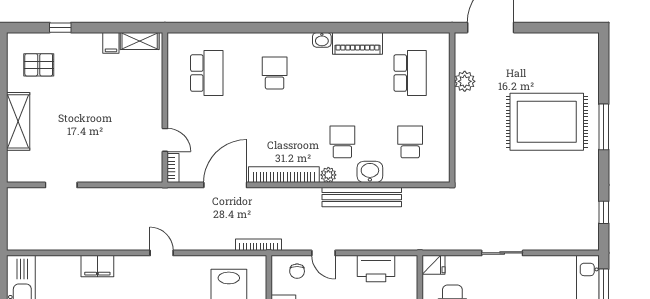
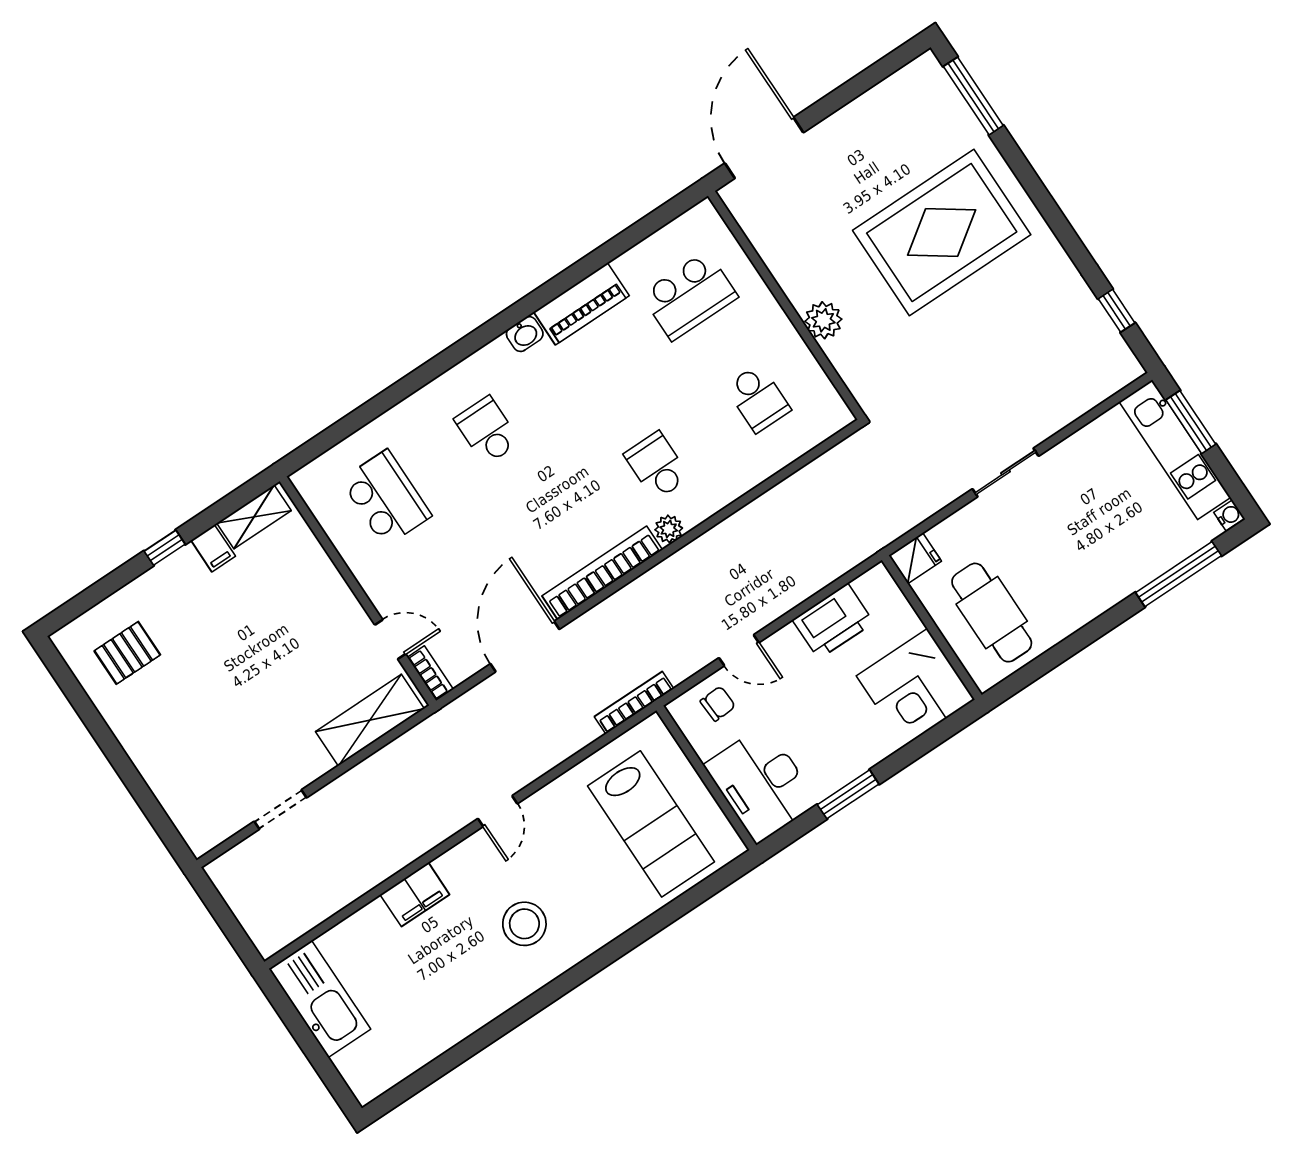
window: (60, 28) -> (165, 548), moved
school desk: (410, 73) -> (689, 296), turned 90
plant: (465, 81) -> (823, 320), moved
shelving: (18, 121) -> (370, 720), moved, turned 90
window: (604, 127) -> (973, 96), moved
school desk: (410, 142) -> (758, 398), turned 180
washbasin: (370, 172) -> (728, 483), removed
bench: (362, 197) -> (741, 529), removed
door: (162, 253) -> (498, 811), swing flipped
chair: (297, 271) -> (718, 704), turned -93

